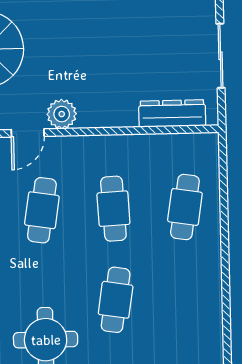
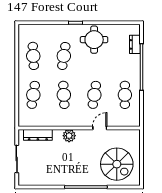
plant: (62, 114) -> (69, 136), moved
cafe table: (187, 298) -> (33, 56), added

